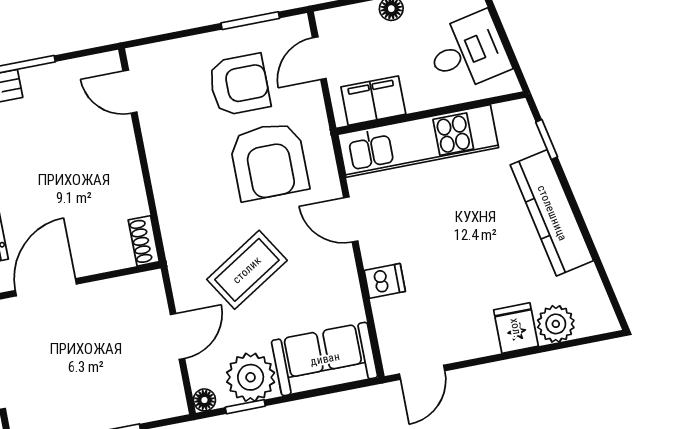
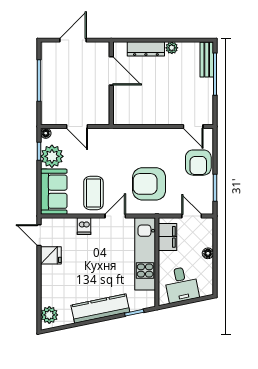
armchair: (239, 85) -> (198, 163), moved
door: (130, 92) -> (193, 127), swing flipped
shoe rack: (144, 241) -> (124, 120), removed
coffee table: (247, 270) -> (93, 193), moved, turned 32
plant: (556, 324) -> (49, 315), moved
fridge: (516, 328) -> (51, 255), moved

